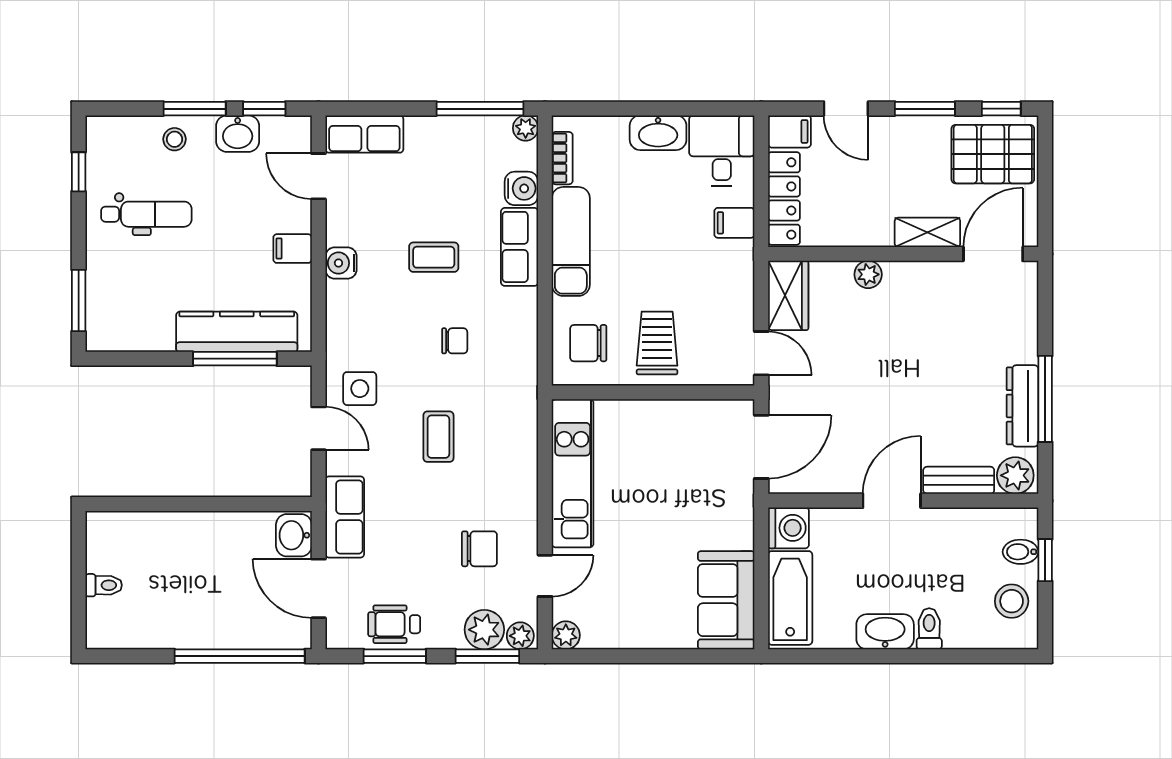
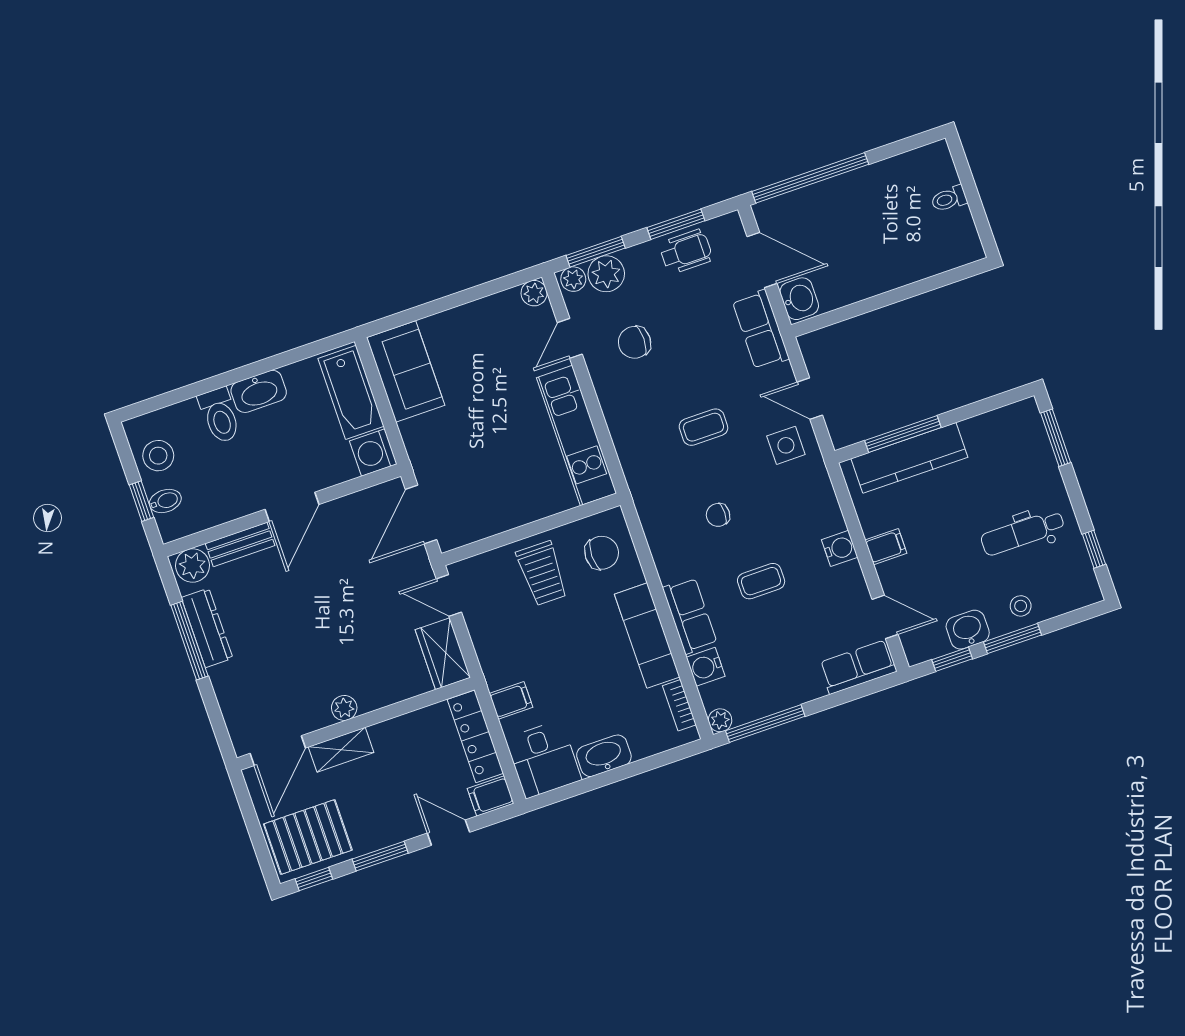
plant: (868, 274) -> (344, 708), moved
coffee table: (438, 437) -> (703, 427), turned 90
toilet: (929, 629) -> (220, 415), width x1.37, depth x1.39

